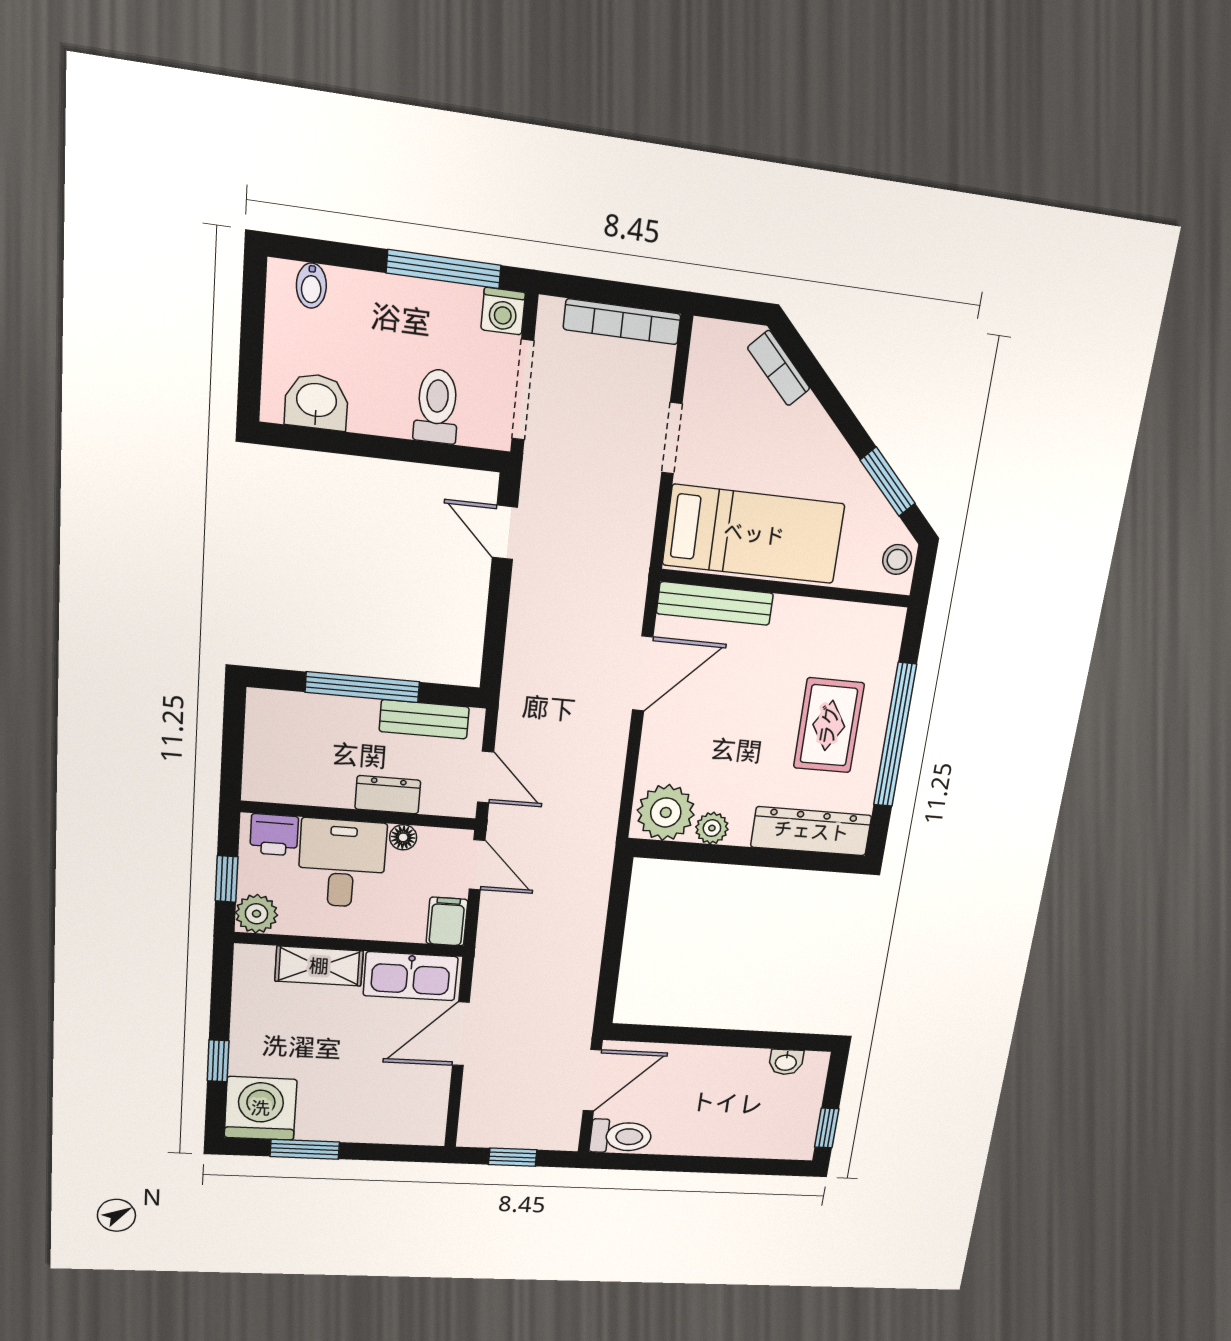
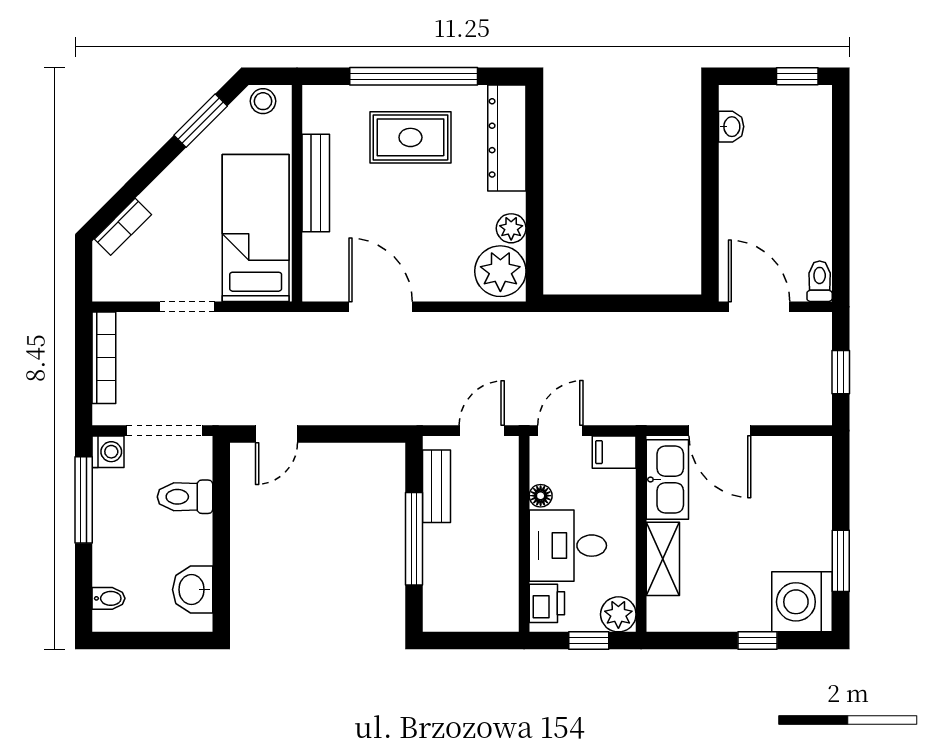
bench: (715, 603) -> (316, 183), moved
dresser: (388, 795) -> (504, 511), removed
toilet: (621, 1136) -> (820, 281), width x0.73, depth x0.72

